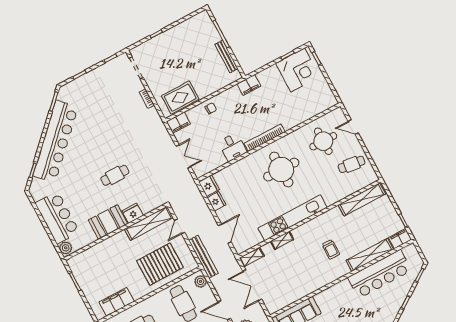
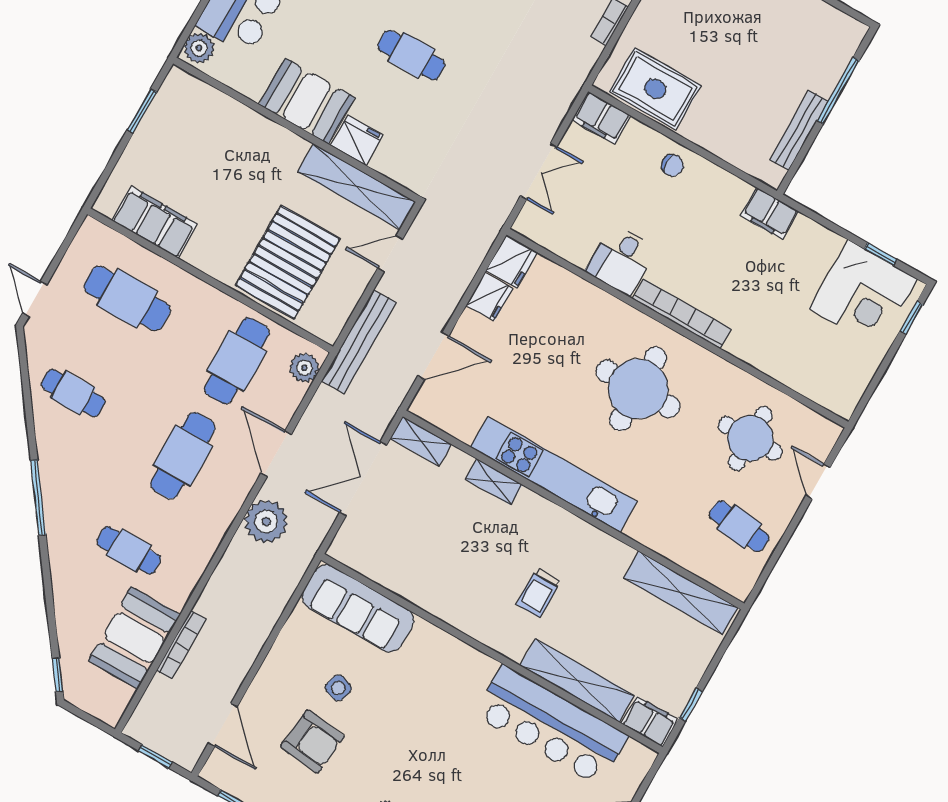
pallet: (160, 264) -> (288, 262), turned 90

